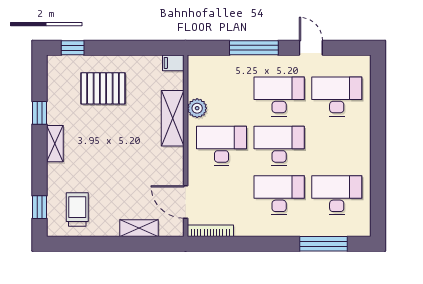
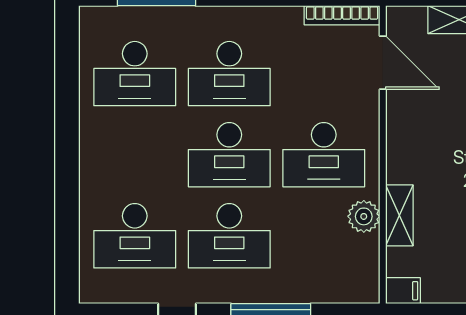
shelving: (173, 118) -> (399, 215), width x0.67, depth x0.75

